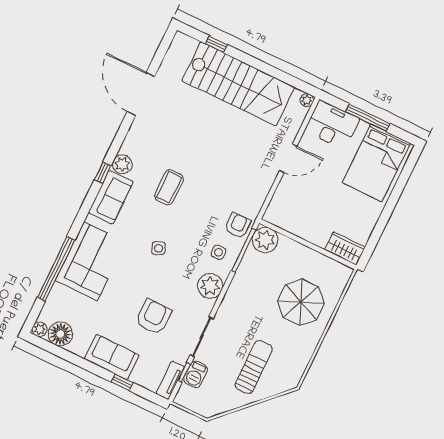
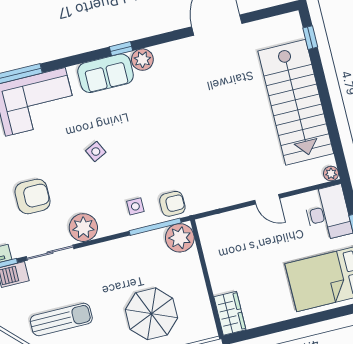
window: (216, 44) -> (310, 38), moved
door: (288, 158) -> (267, 199), width x0.73
coffee table: (169, 187) -> (156, 117), removed
plant: (210, 286) -> (83, 228), moved

